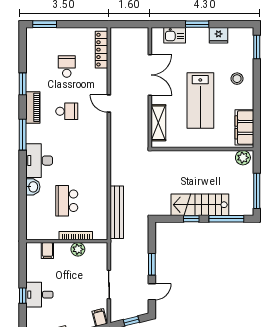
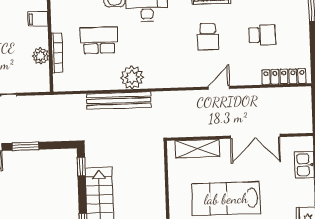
plant: (98, 175) -> (132, 77), added
bench: (117, 212) -> (119, 101), moved
window: (191, 219) -> (81, 167), moved

